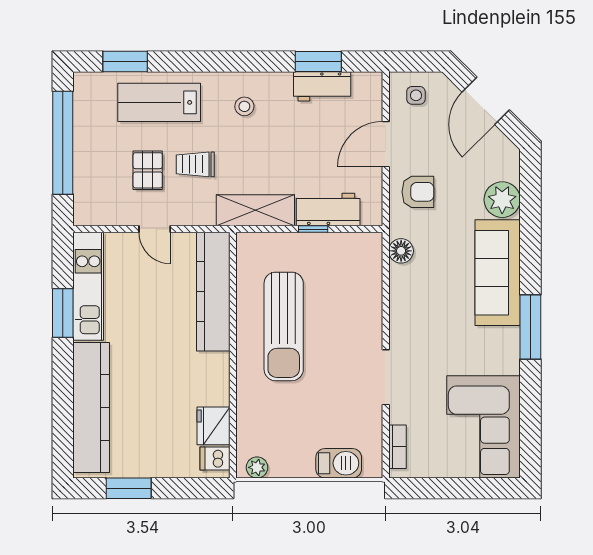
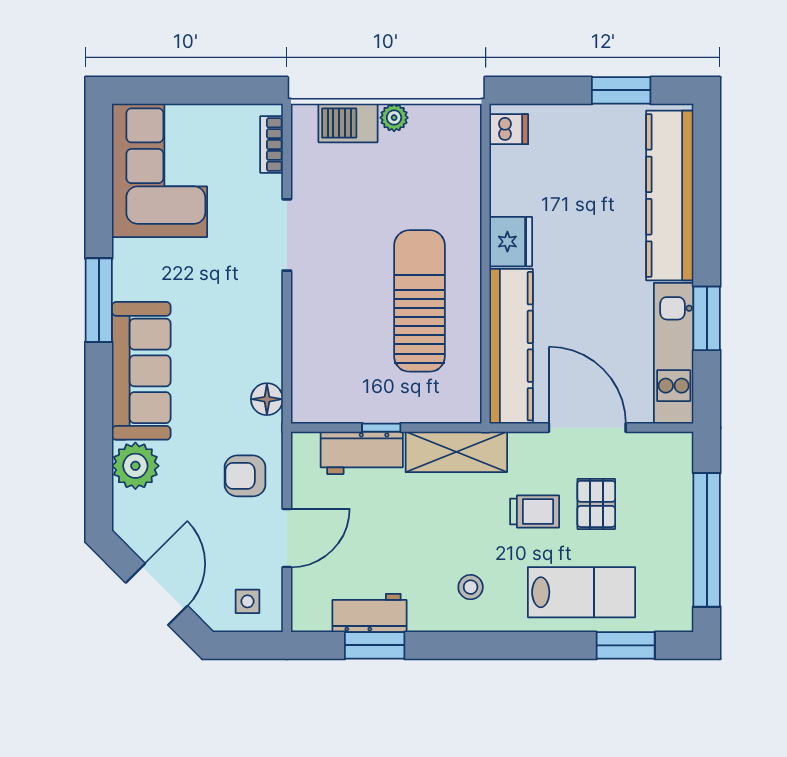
door: (155, 229) -> (587, 428), width x1.87
fridge: (213, 426) -> (511, 242), moved
plant: (257, 467) -> (394, 118), moved

